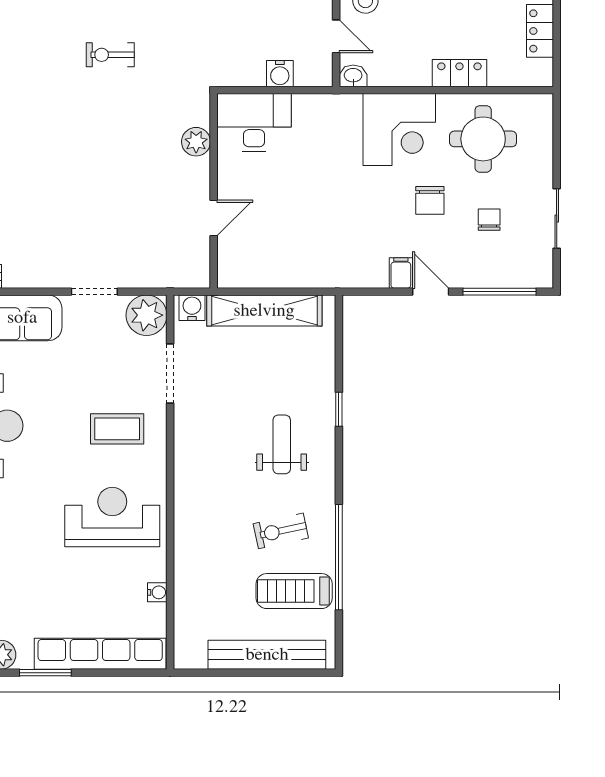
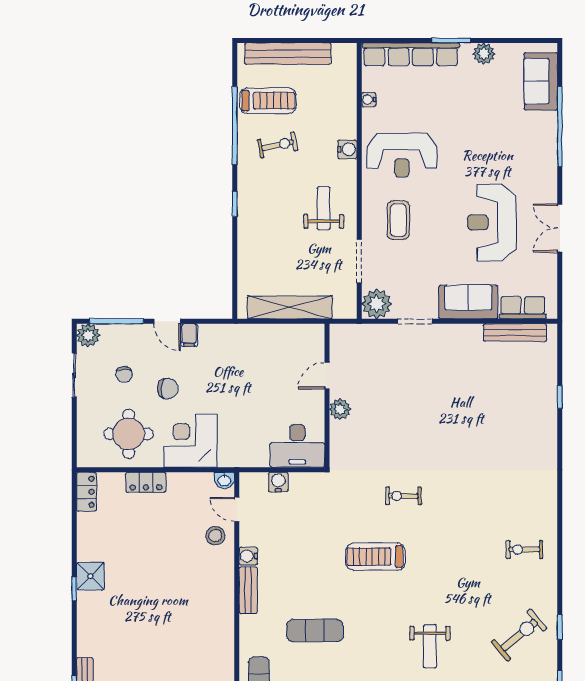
locker: (540, 31) -> (87, 492), moved
exercise bike: (110, 55) -> (403, 496), turned 180
plant: (196, 142) -> (340, 409), moved
chair: (430, 200) -> (168, 389), turned 90
plant: (538, 273) -> (88, 335), added
water cooler: (192, 308) -> (347, 149), moved, turned -90
window: (339, 409) -> (235, 204), moved
coffee table: (117, 429) -> (398, 220), turned 90
weight bench: (282, 444) -> (324, 208), moved, turned 180

